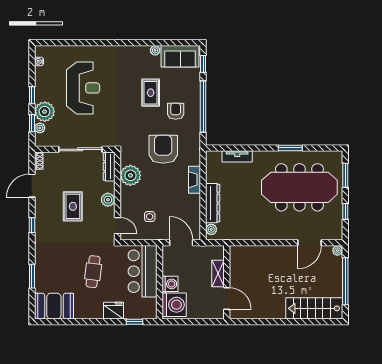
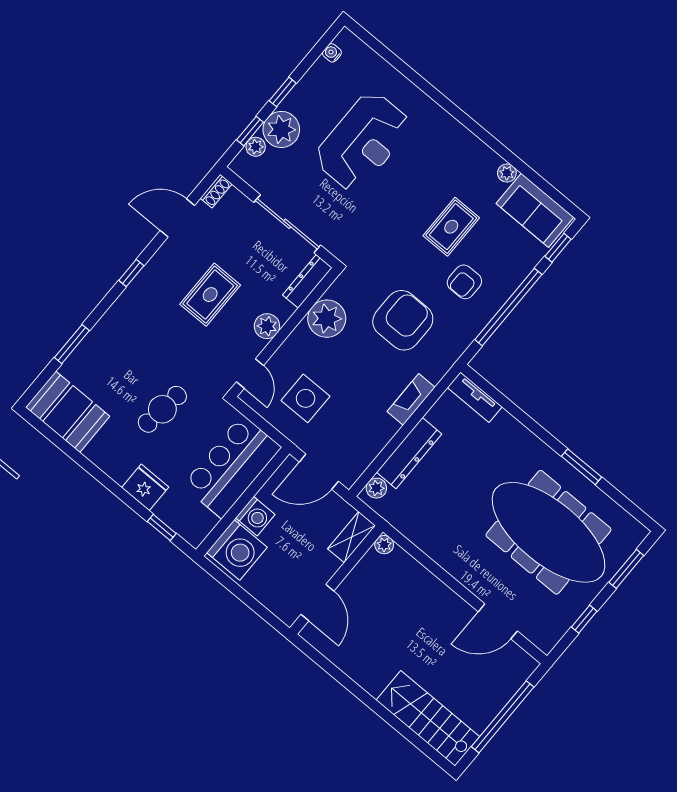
armchair: (176, 111) -> (464, 282), turned 180
tv unit: (237, 156) -> (475, 397), moved
side table: (150, 217) -> (306, 398), width x1.87, depth x1.87
door: (181, 243) -> (319, 472), swing flipped
plant: (337, 250) -> (384, 545), moved
shelving: (218, 274) -> (352, 537), moved

